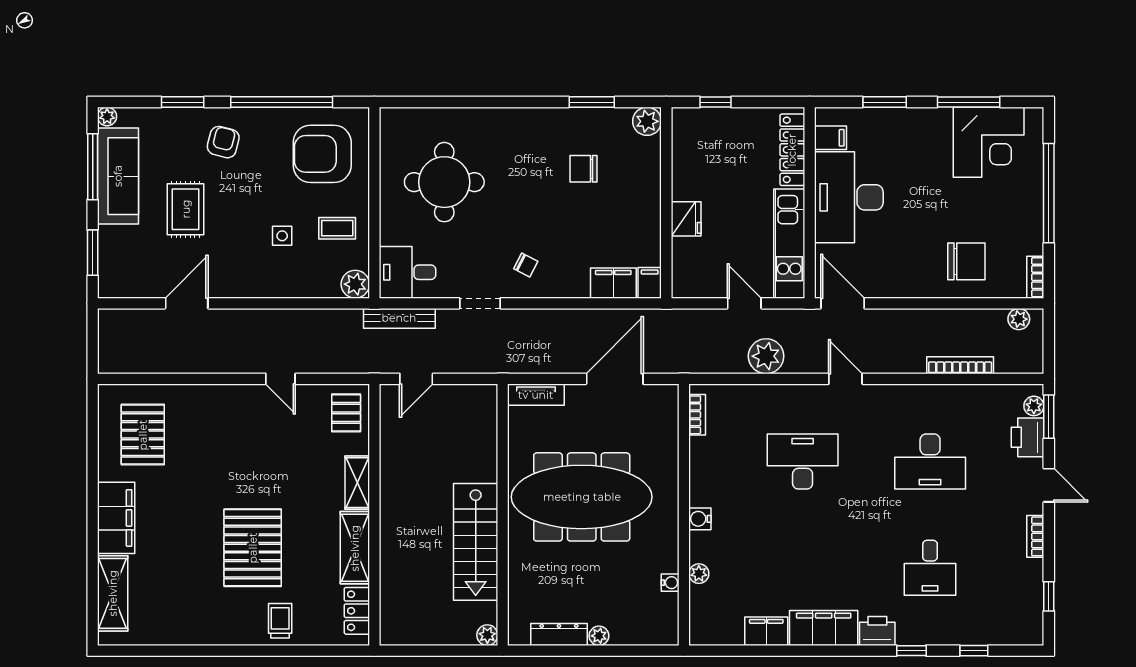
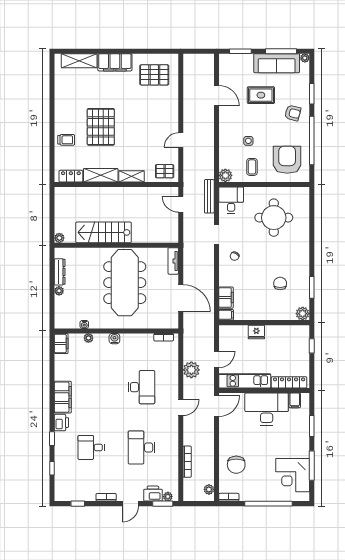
pallet: (253, 548) -> (101, 127), turned 90
filing cabinet: (766, 631) -> (61, 343), moved

